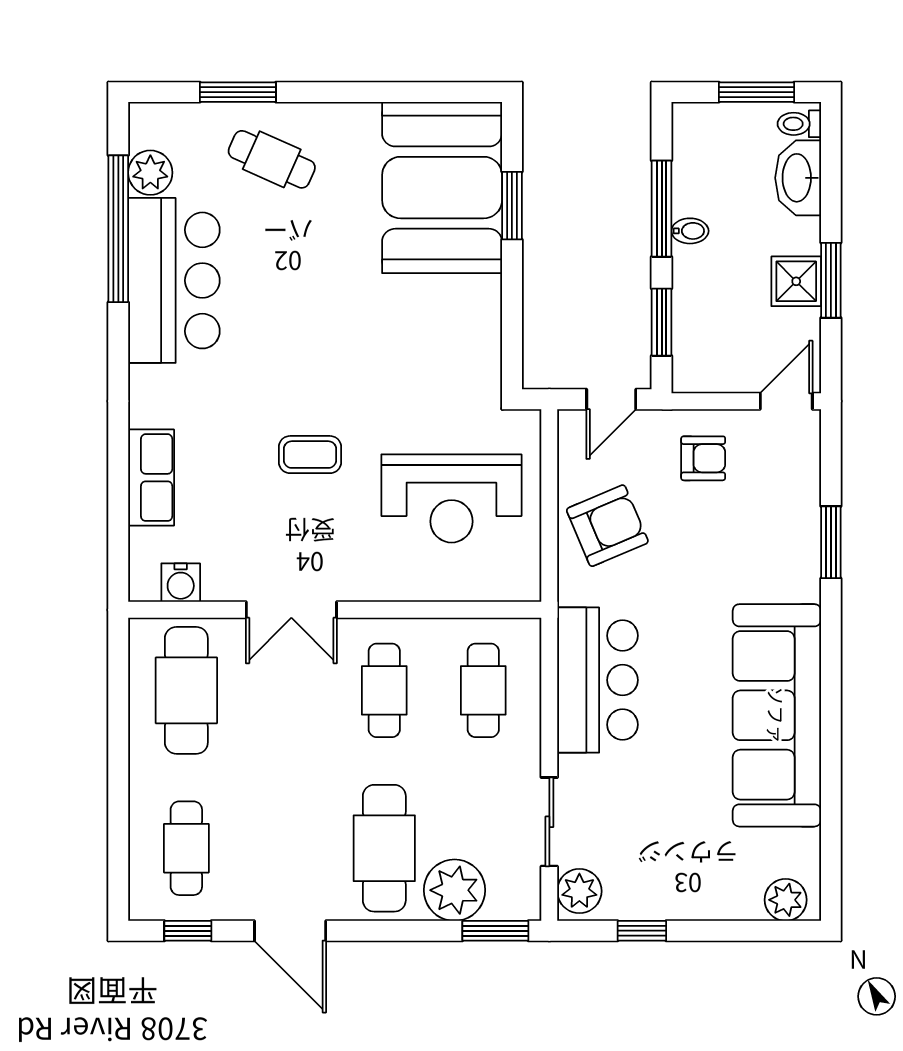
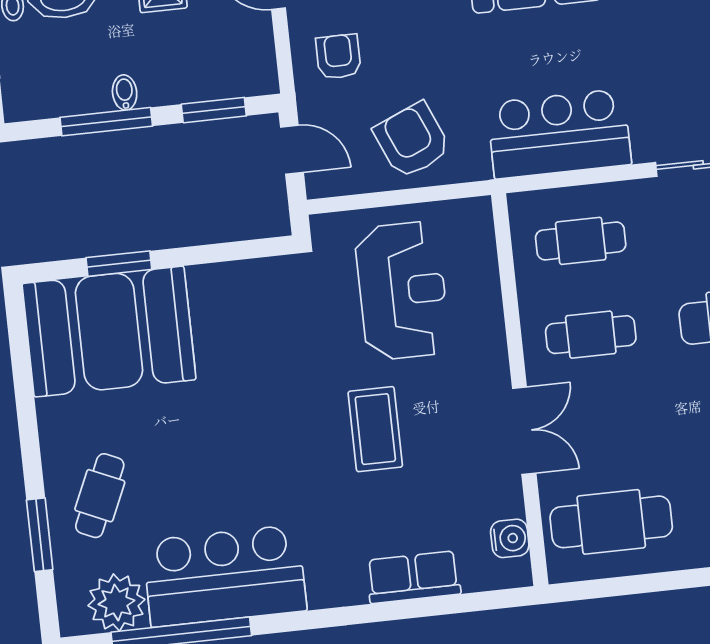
plant: (150, 173) -> (116, 602), width x1.36, depth x1.36
coffee table: (310, 455) -> (375, 429), width x1.36, depth x1.30

